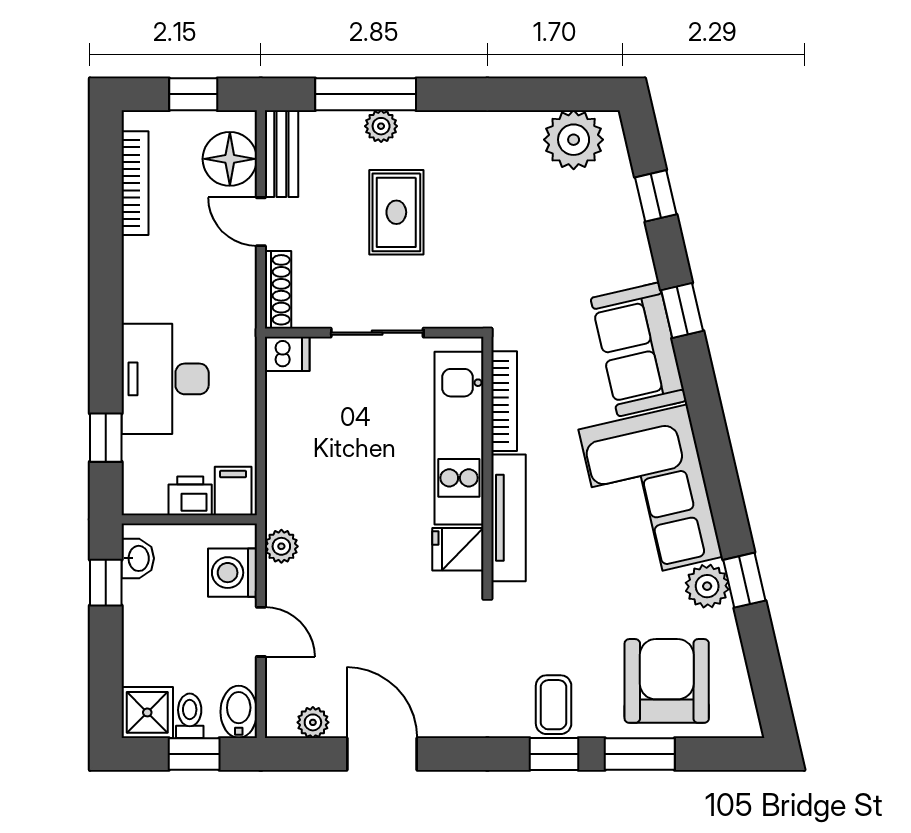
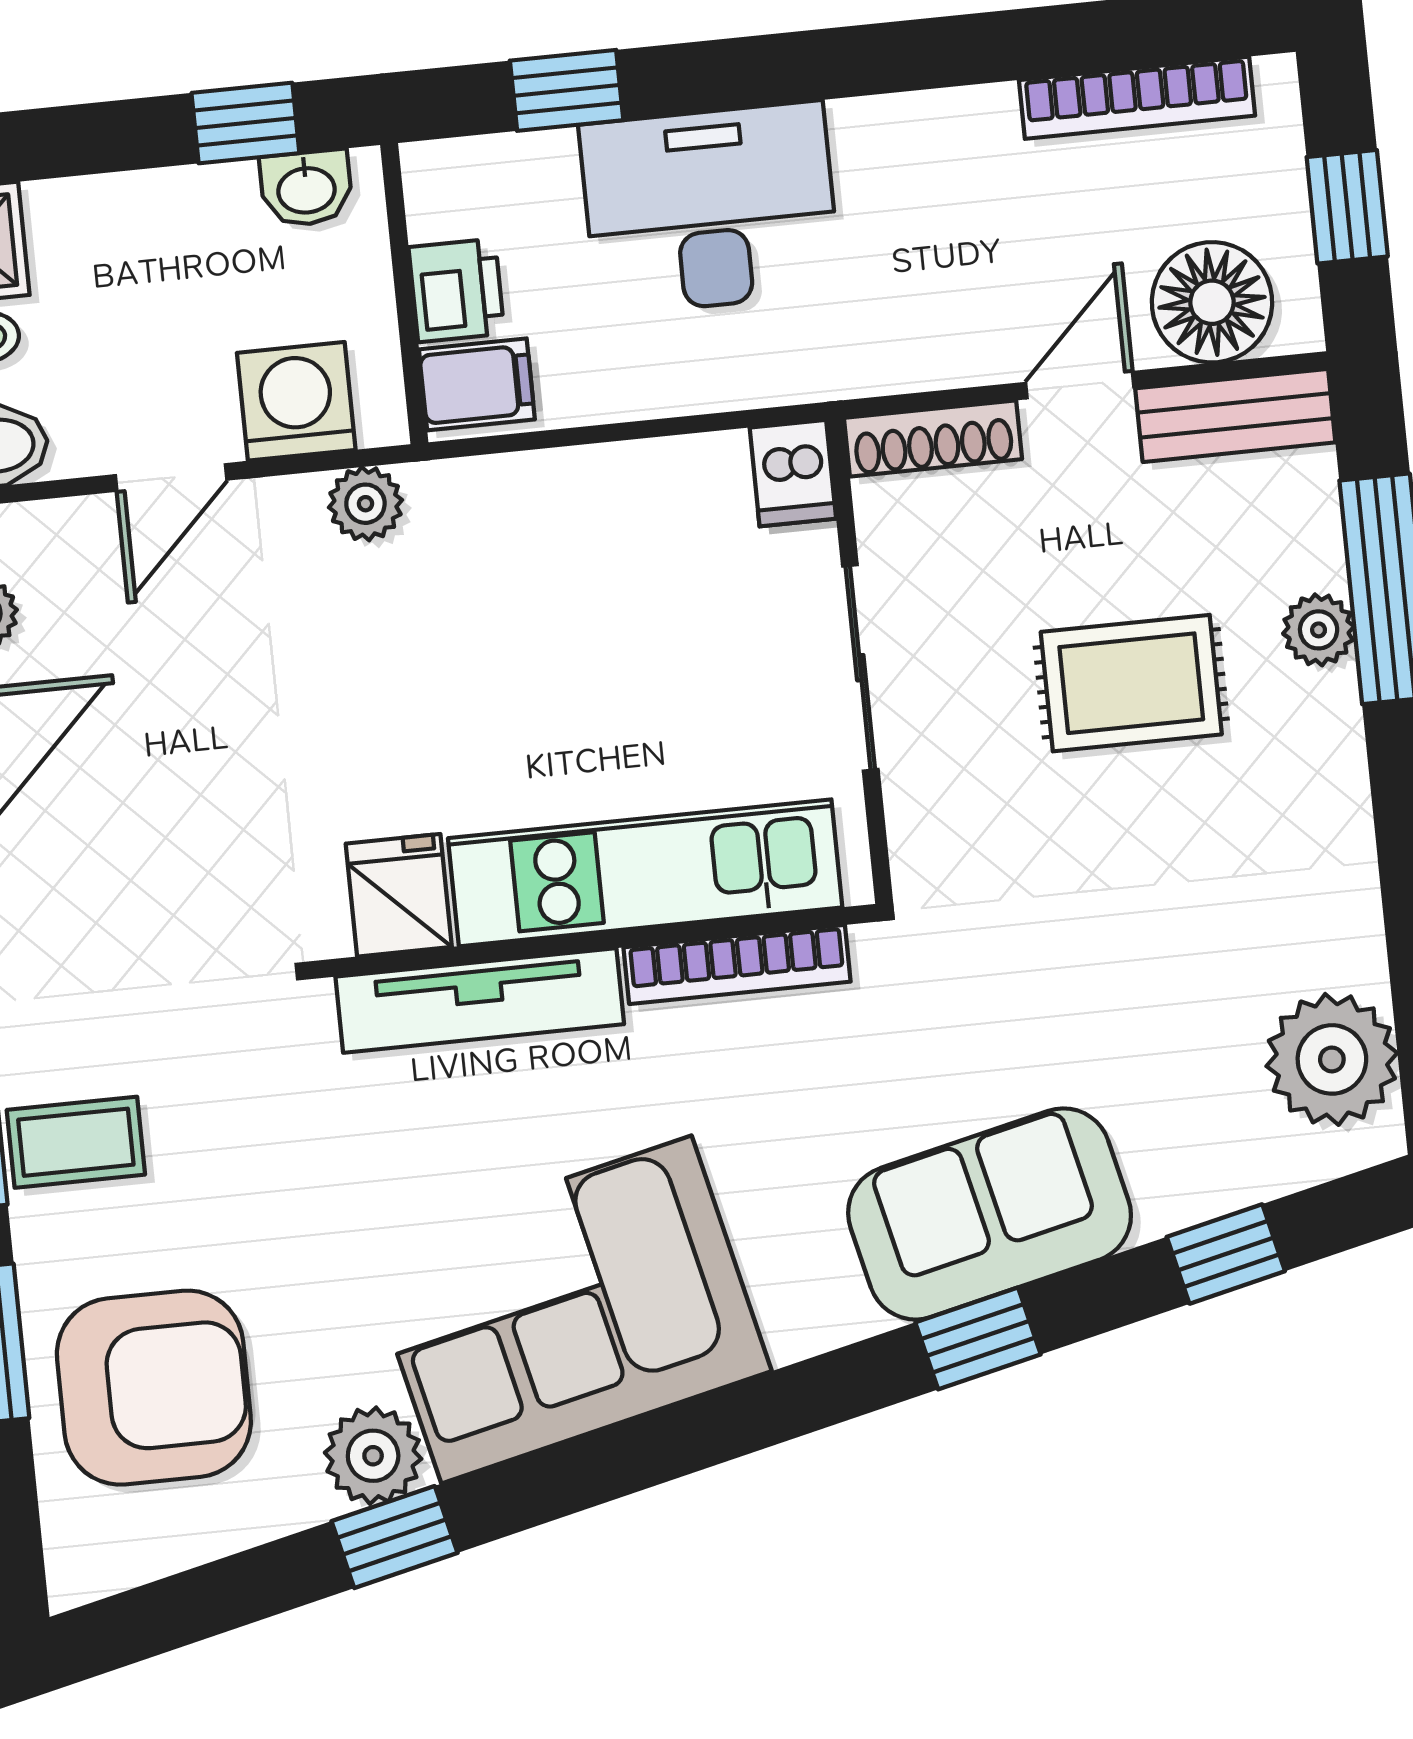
sofa: (639, 349) -> (990, 1214), moved

